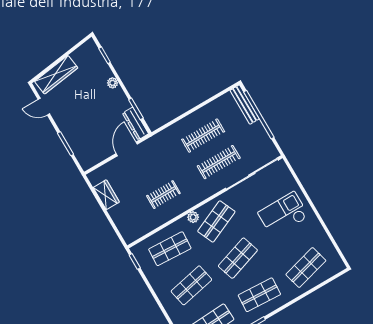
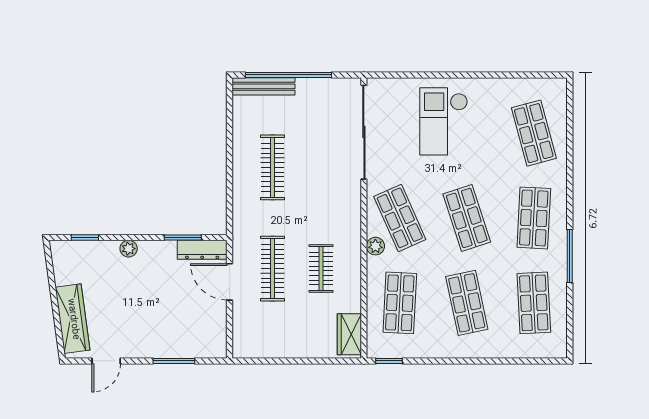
clothes rail: (219, 162) -> (272, 269), moved
wardrobe: (106, 195) -> (349, 334), moved, turned -90

